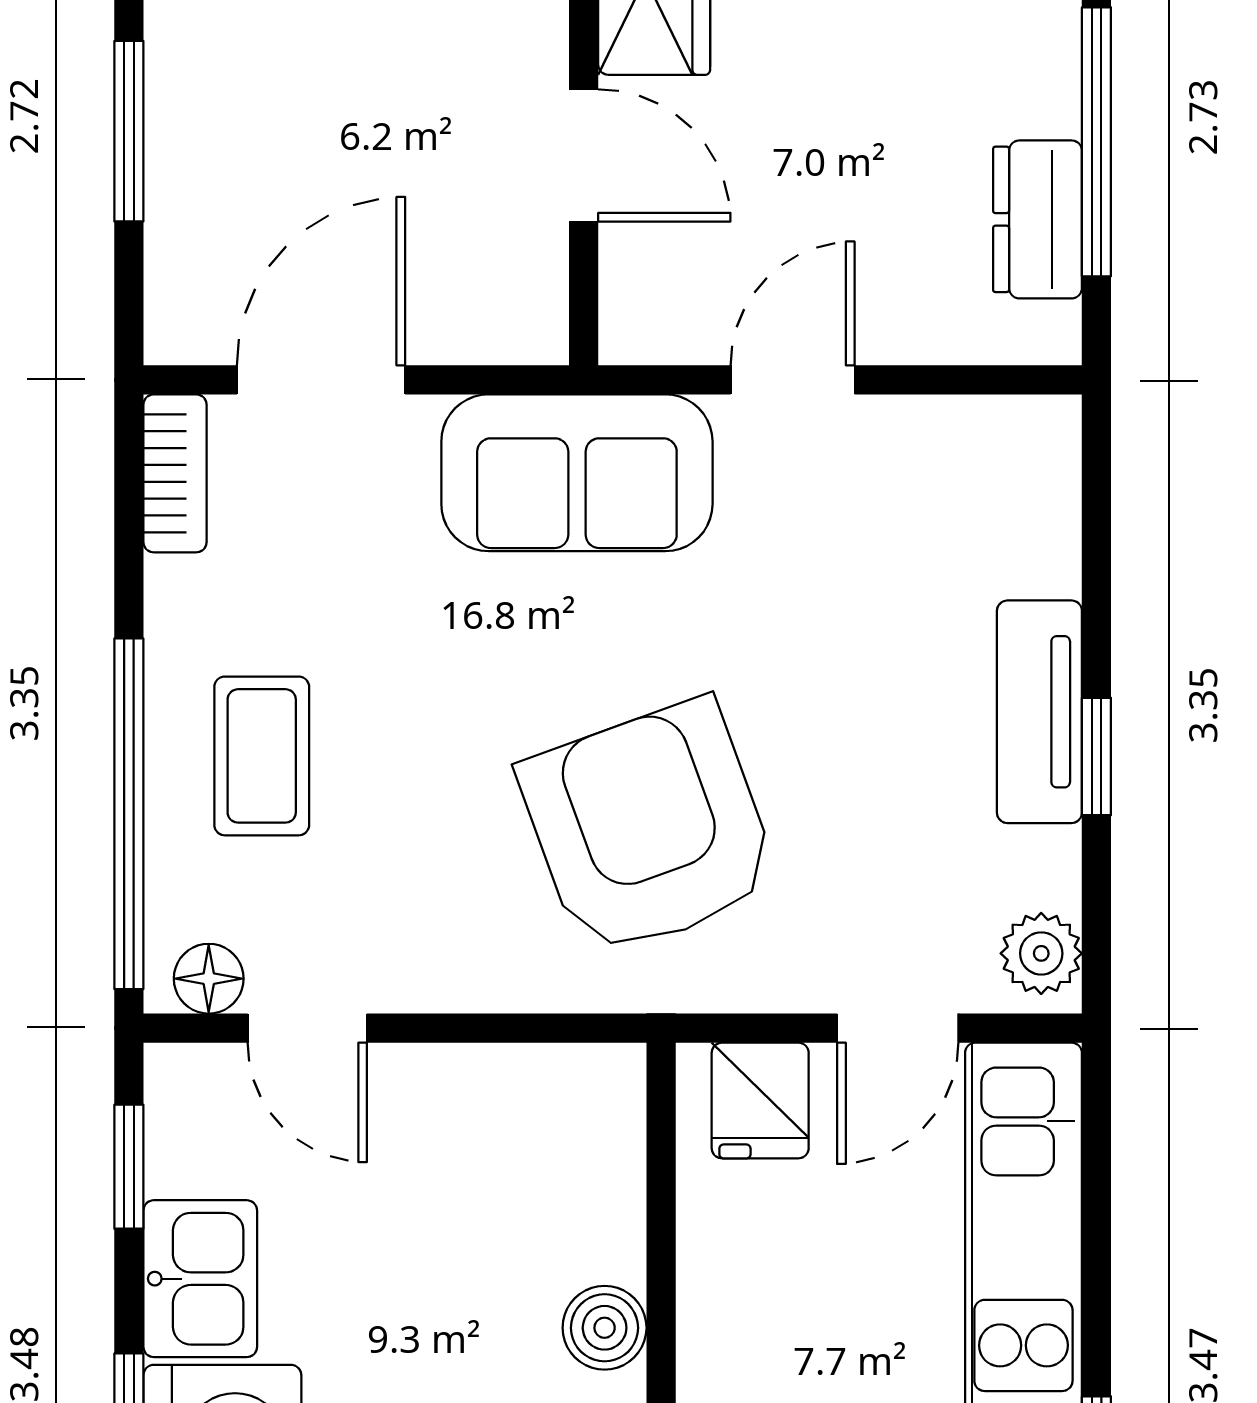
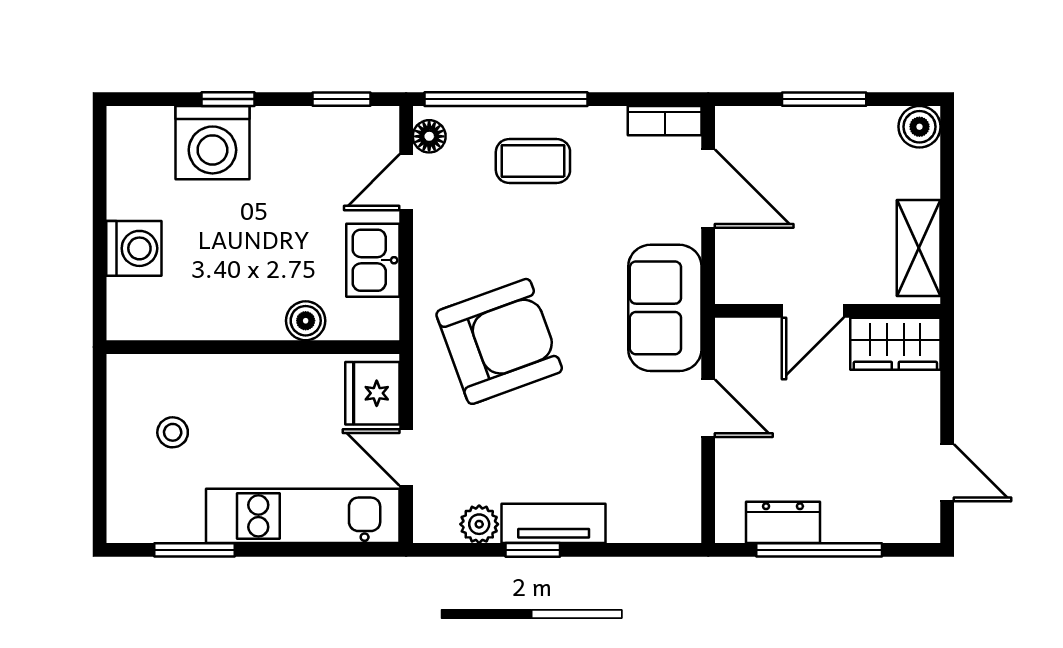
plant: (1041, 953) -> (479, 524), moved
fridge: (760, 1101) -> (372, 393), width x1.38
kitchen sink: (200, 1279) -> (373, 260), moved, turned 90
boiler: (605, 1328) -> (306, 321), moved

